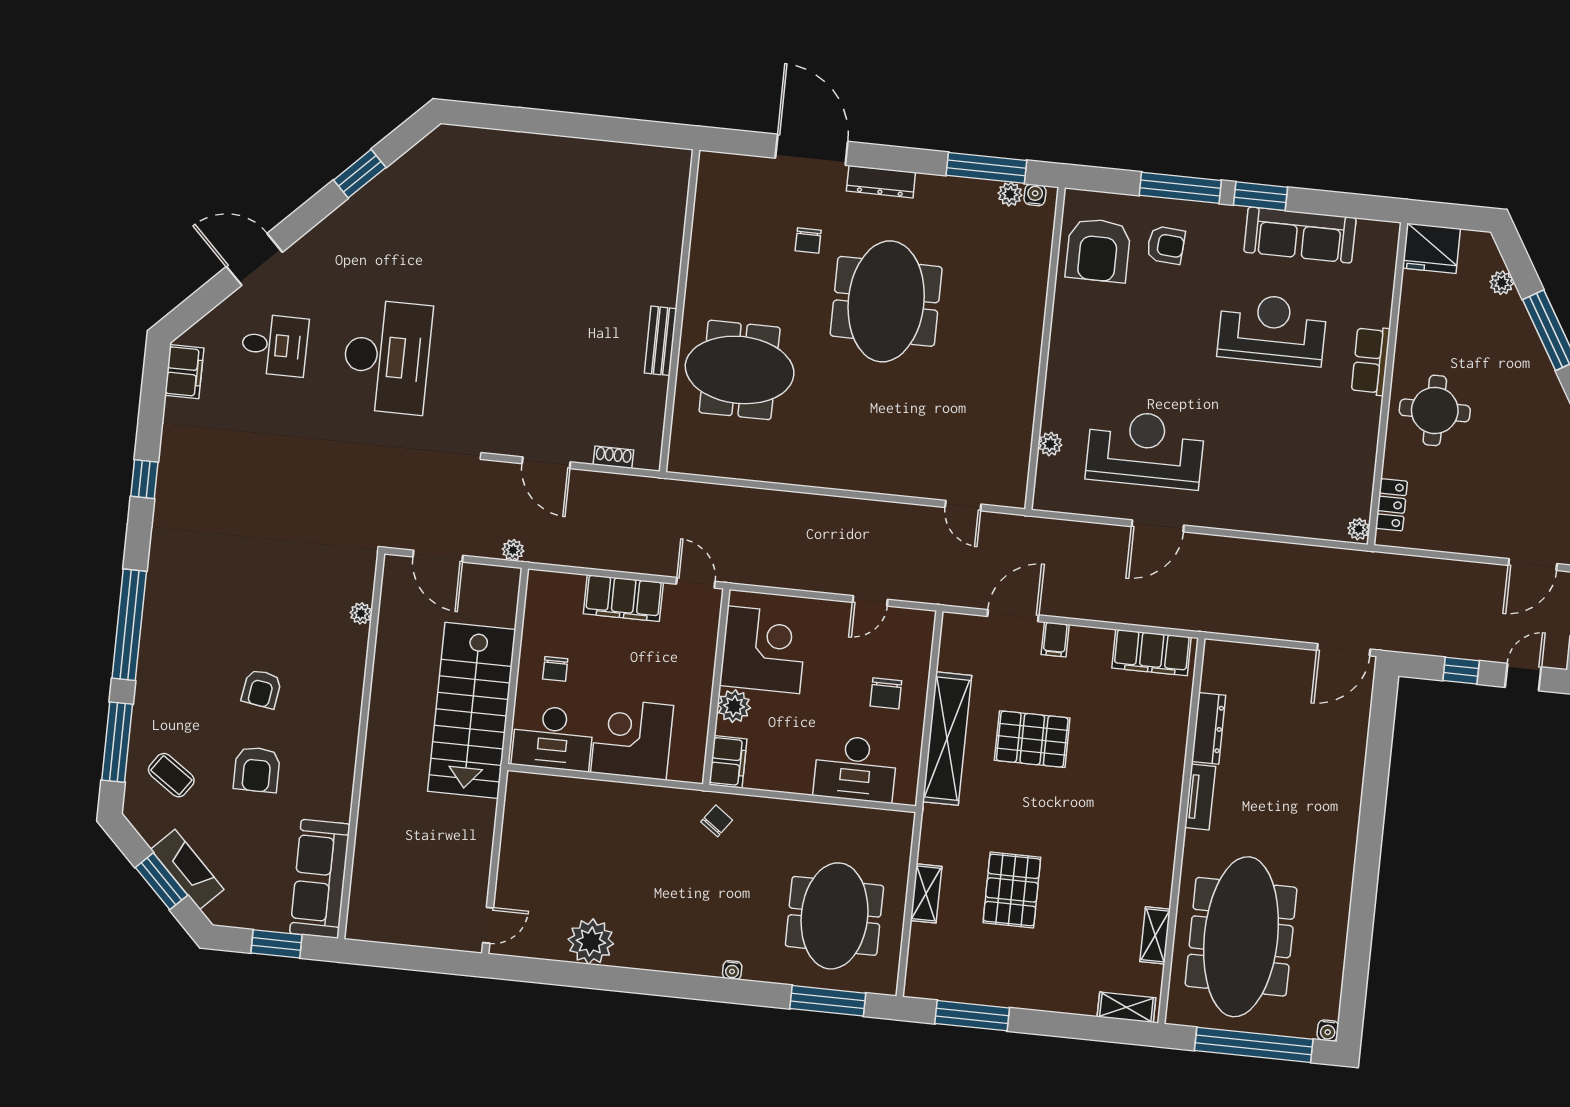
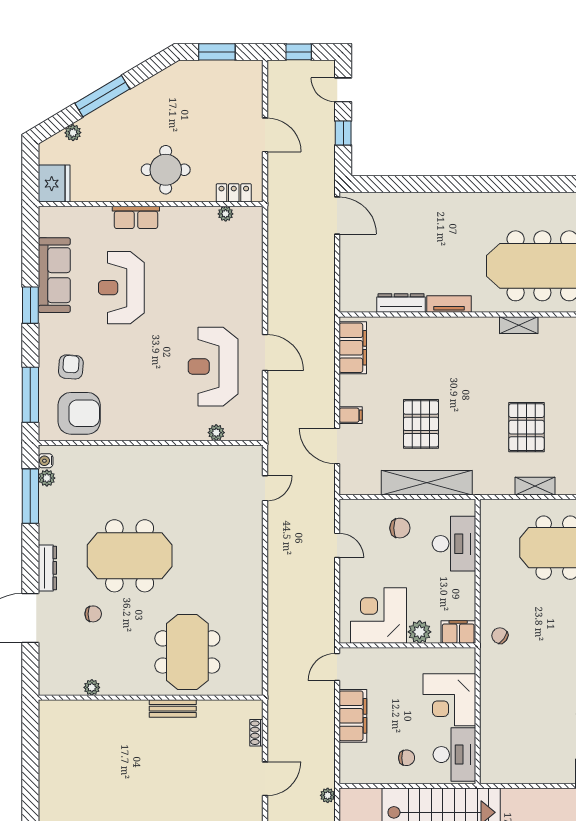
window: (1180, 188) -> (30, 395), moved
plant: (703, 228) -> (92, 687), added
plant: (1359, 529) -> (226, 214), moved
door: (1533, 565) -> (265, 135), moved
pallet: (1012, 890) -> (526, 427), turned 90
shelving: (1155, 935) -> (519, 325), moved

